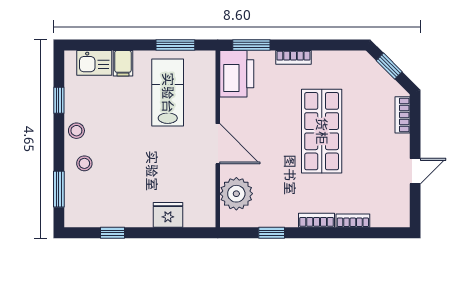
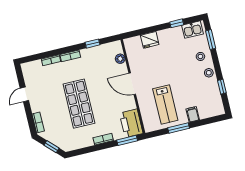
window: (175, 45) -> (179, 128), moved
kitchen sink: (94, 63) -> (192, 30), moved, turned 180
plant: (236, 194) -> (120, 59), width x0.53, depth x0.53

